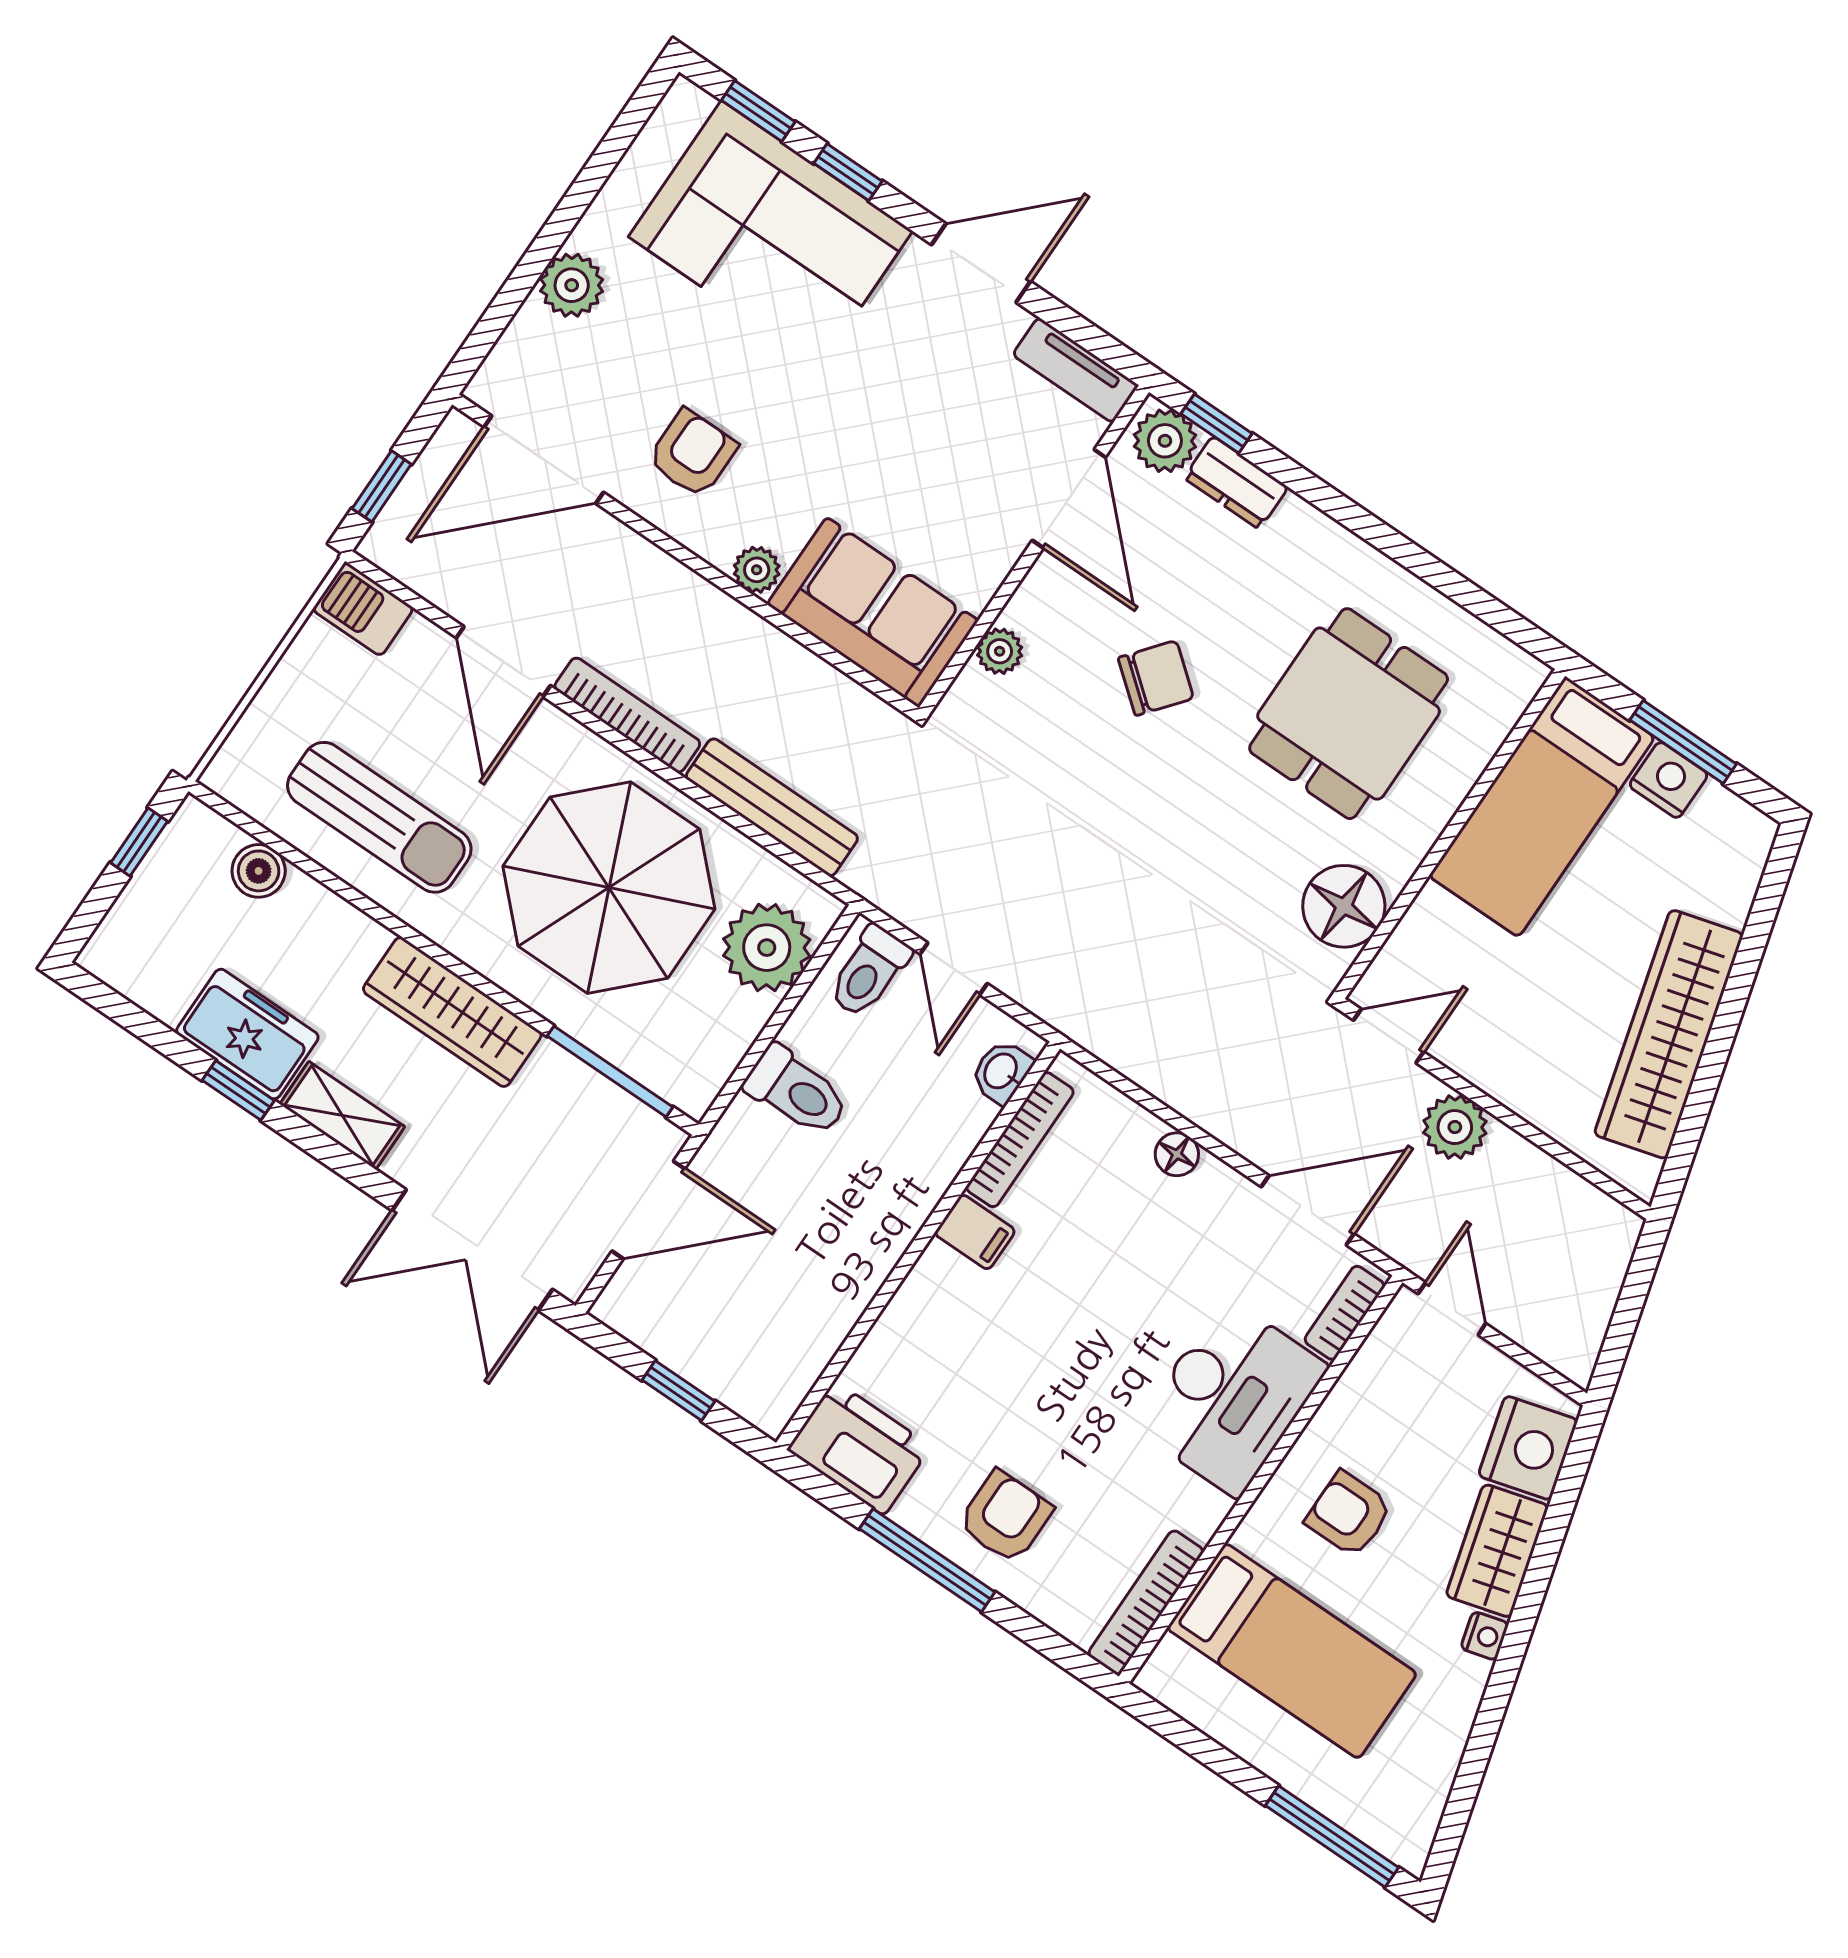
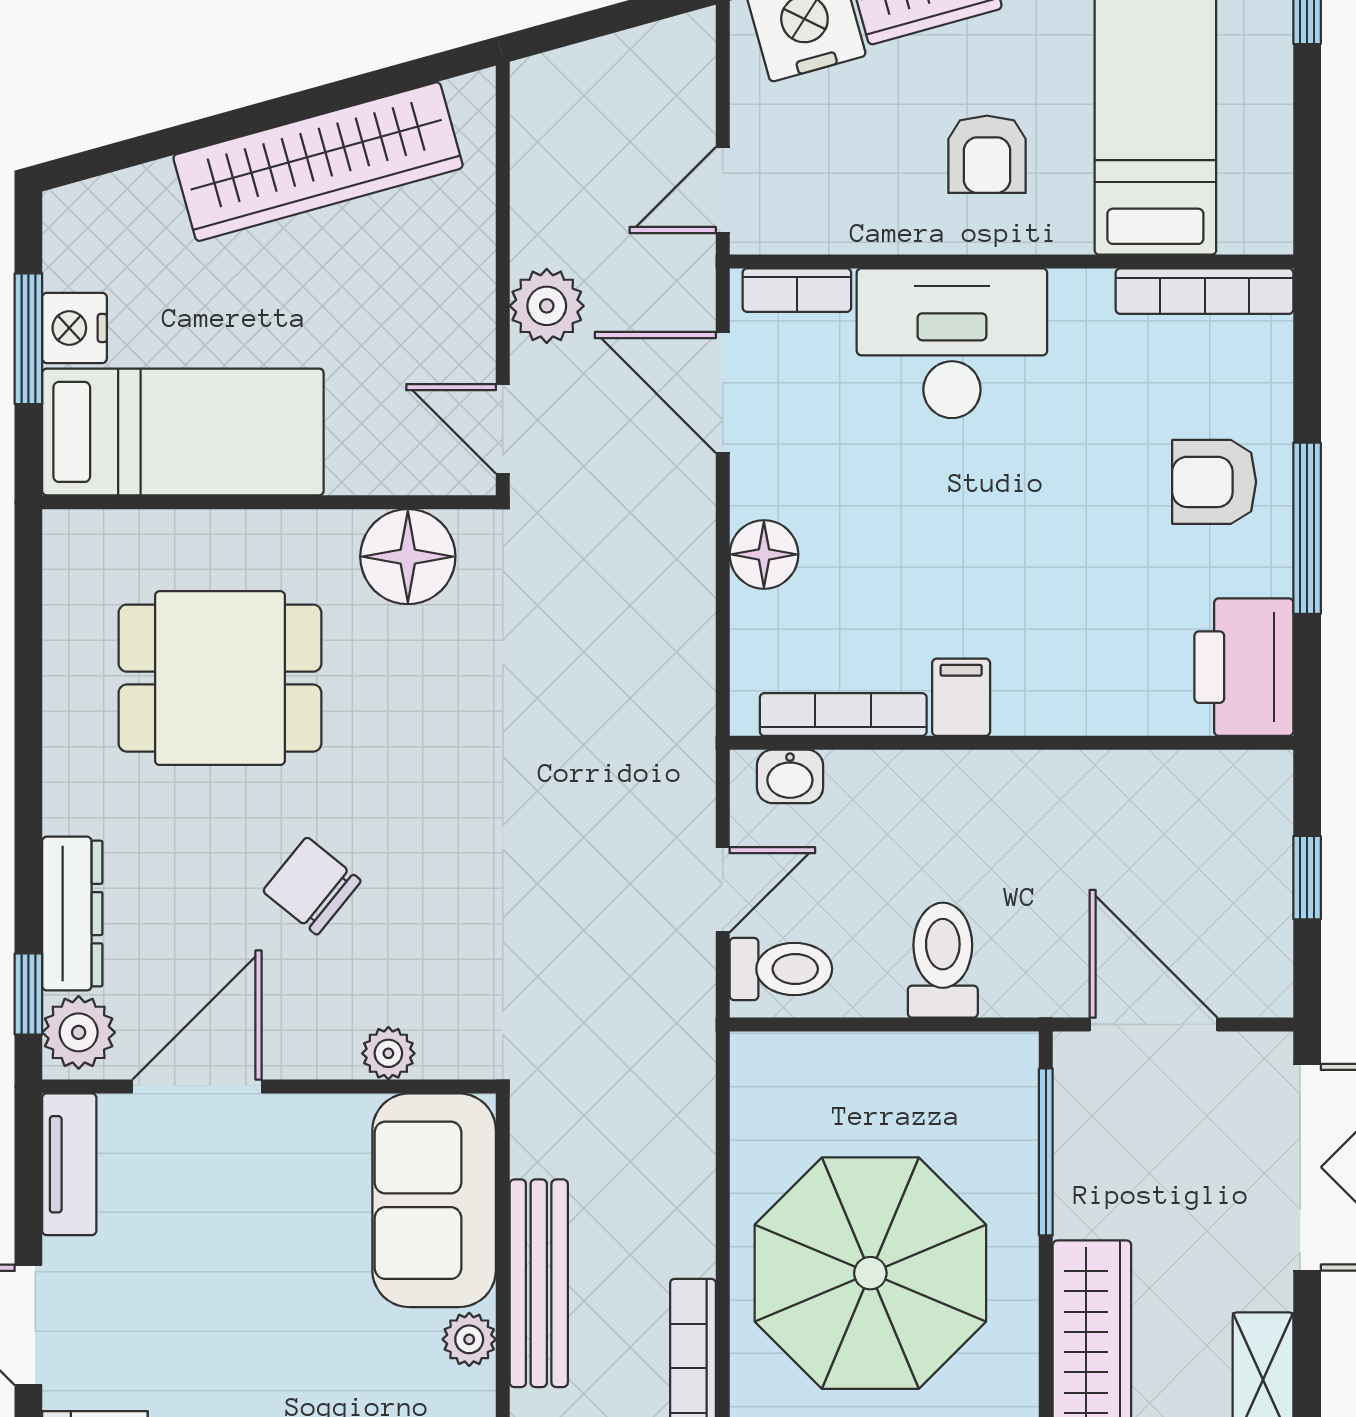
dresser: (1236, 483) -> (72, 914), width x1.44
bench: (772, 807) -> (539, 1283), moved
plant: (767, 948) -> (825, 1083), removed
floor lamp: (1177, 1154) -> (764, 554), width x1.37, depth x1.37

